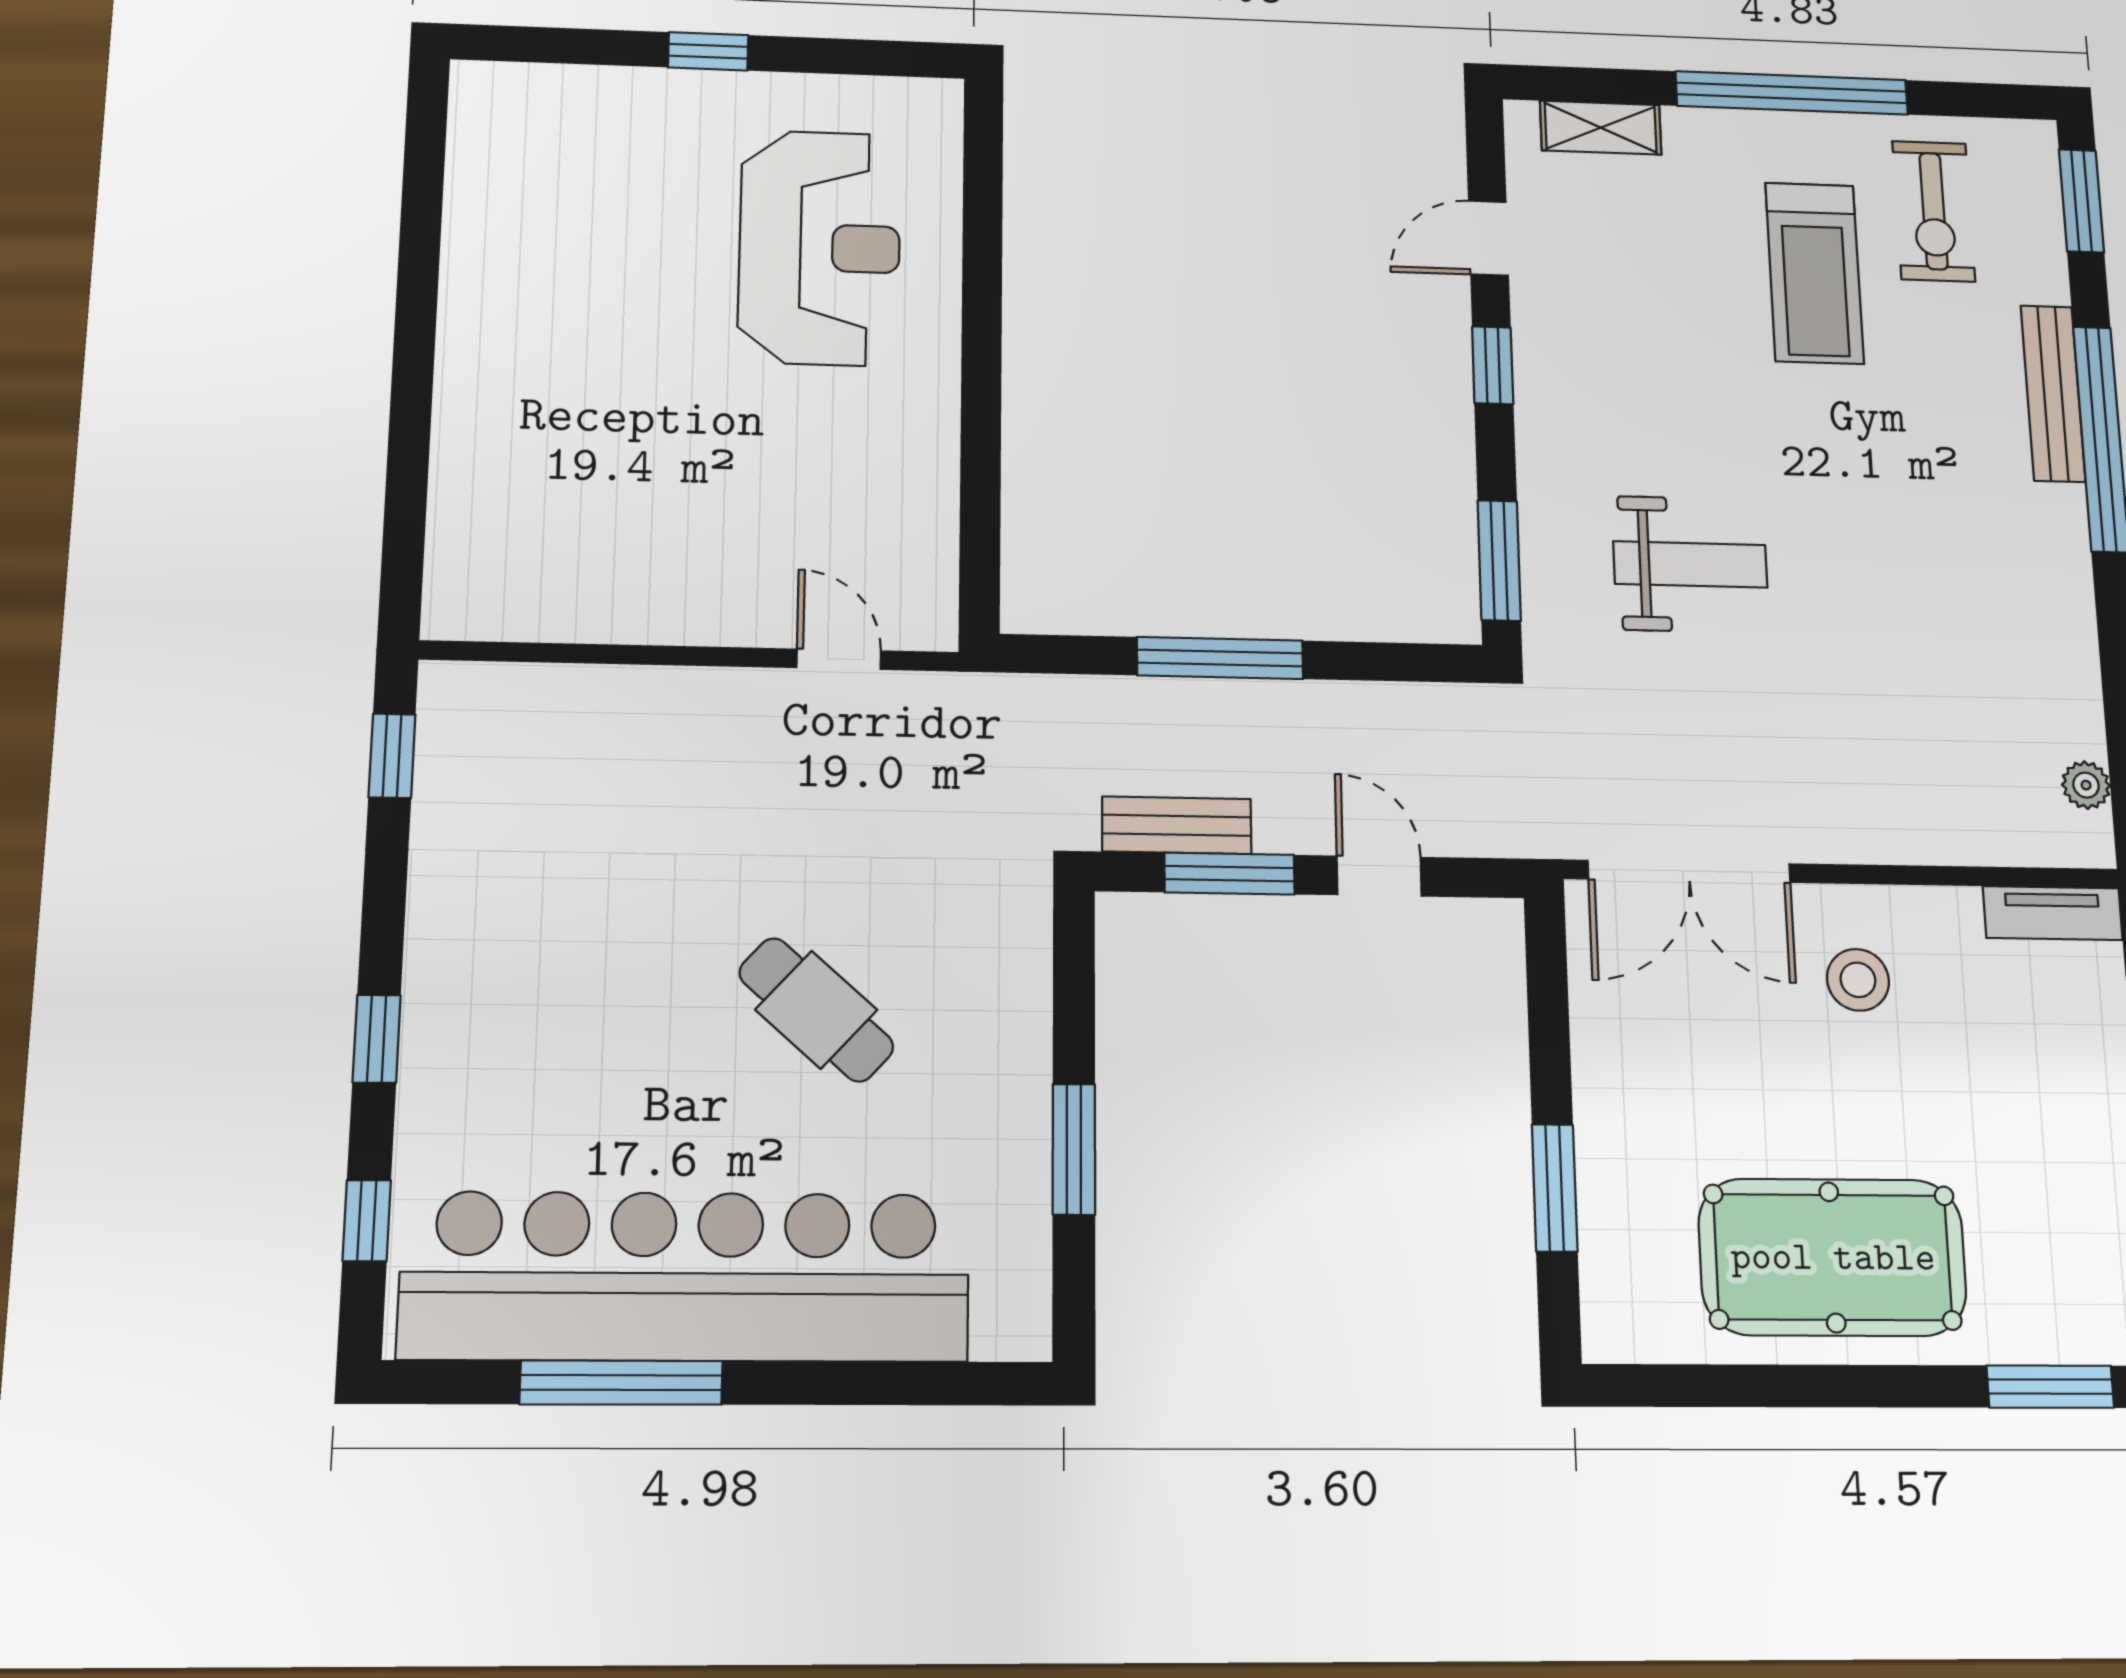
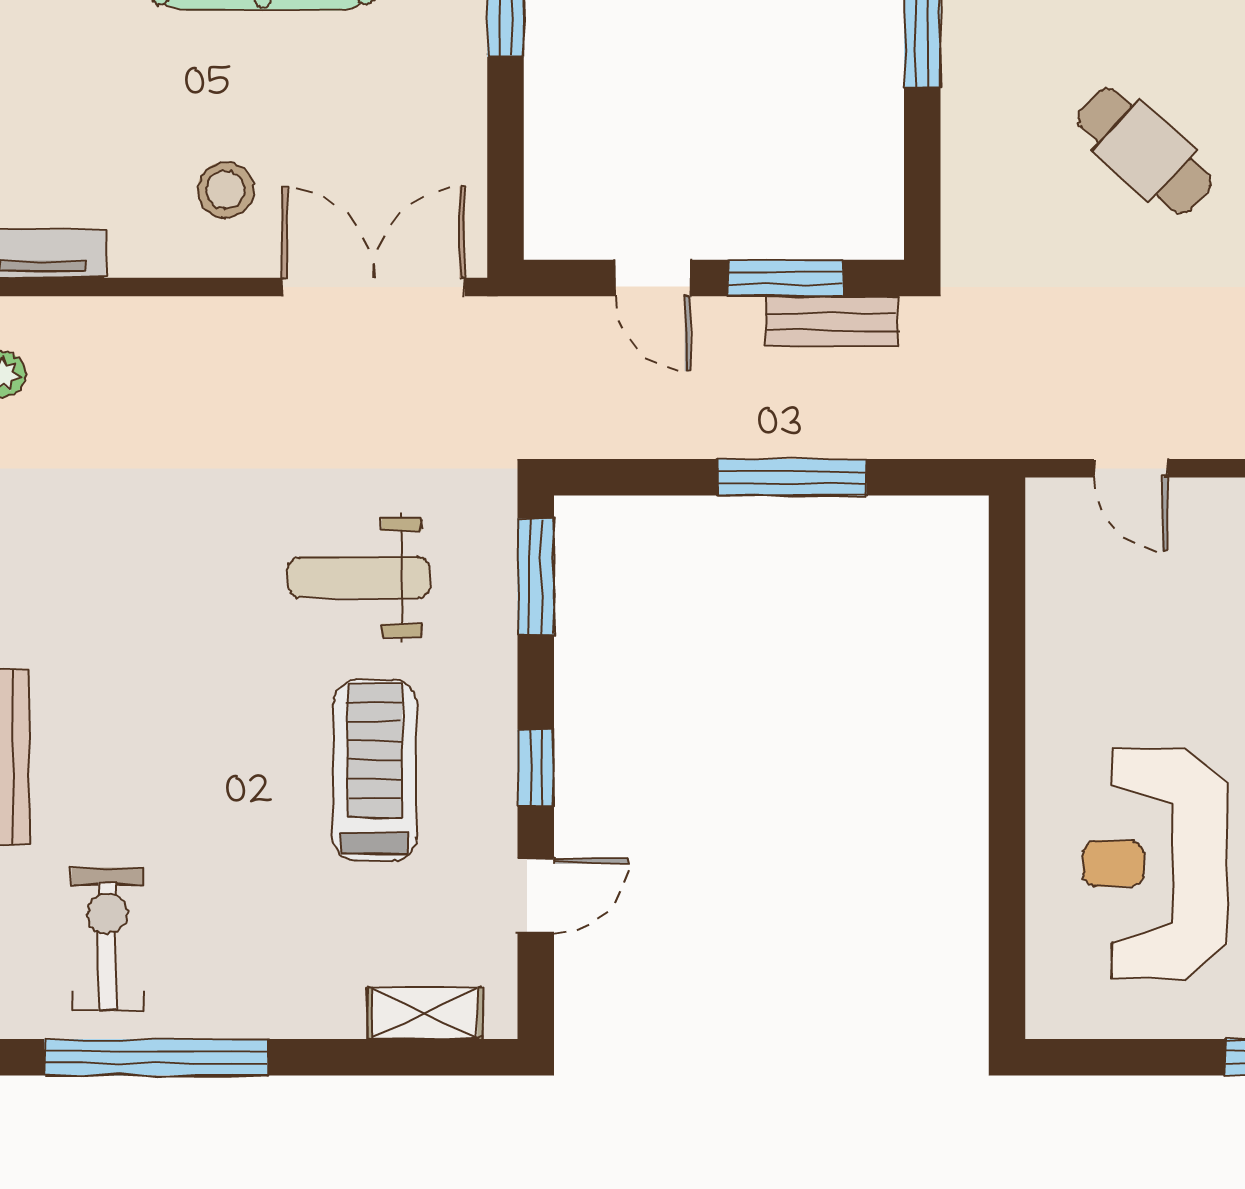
window: (1792, 93) -> (156, 1057), moved
treadmill: (1814, 273) -> (375, 770), moved

